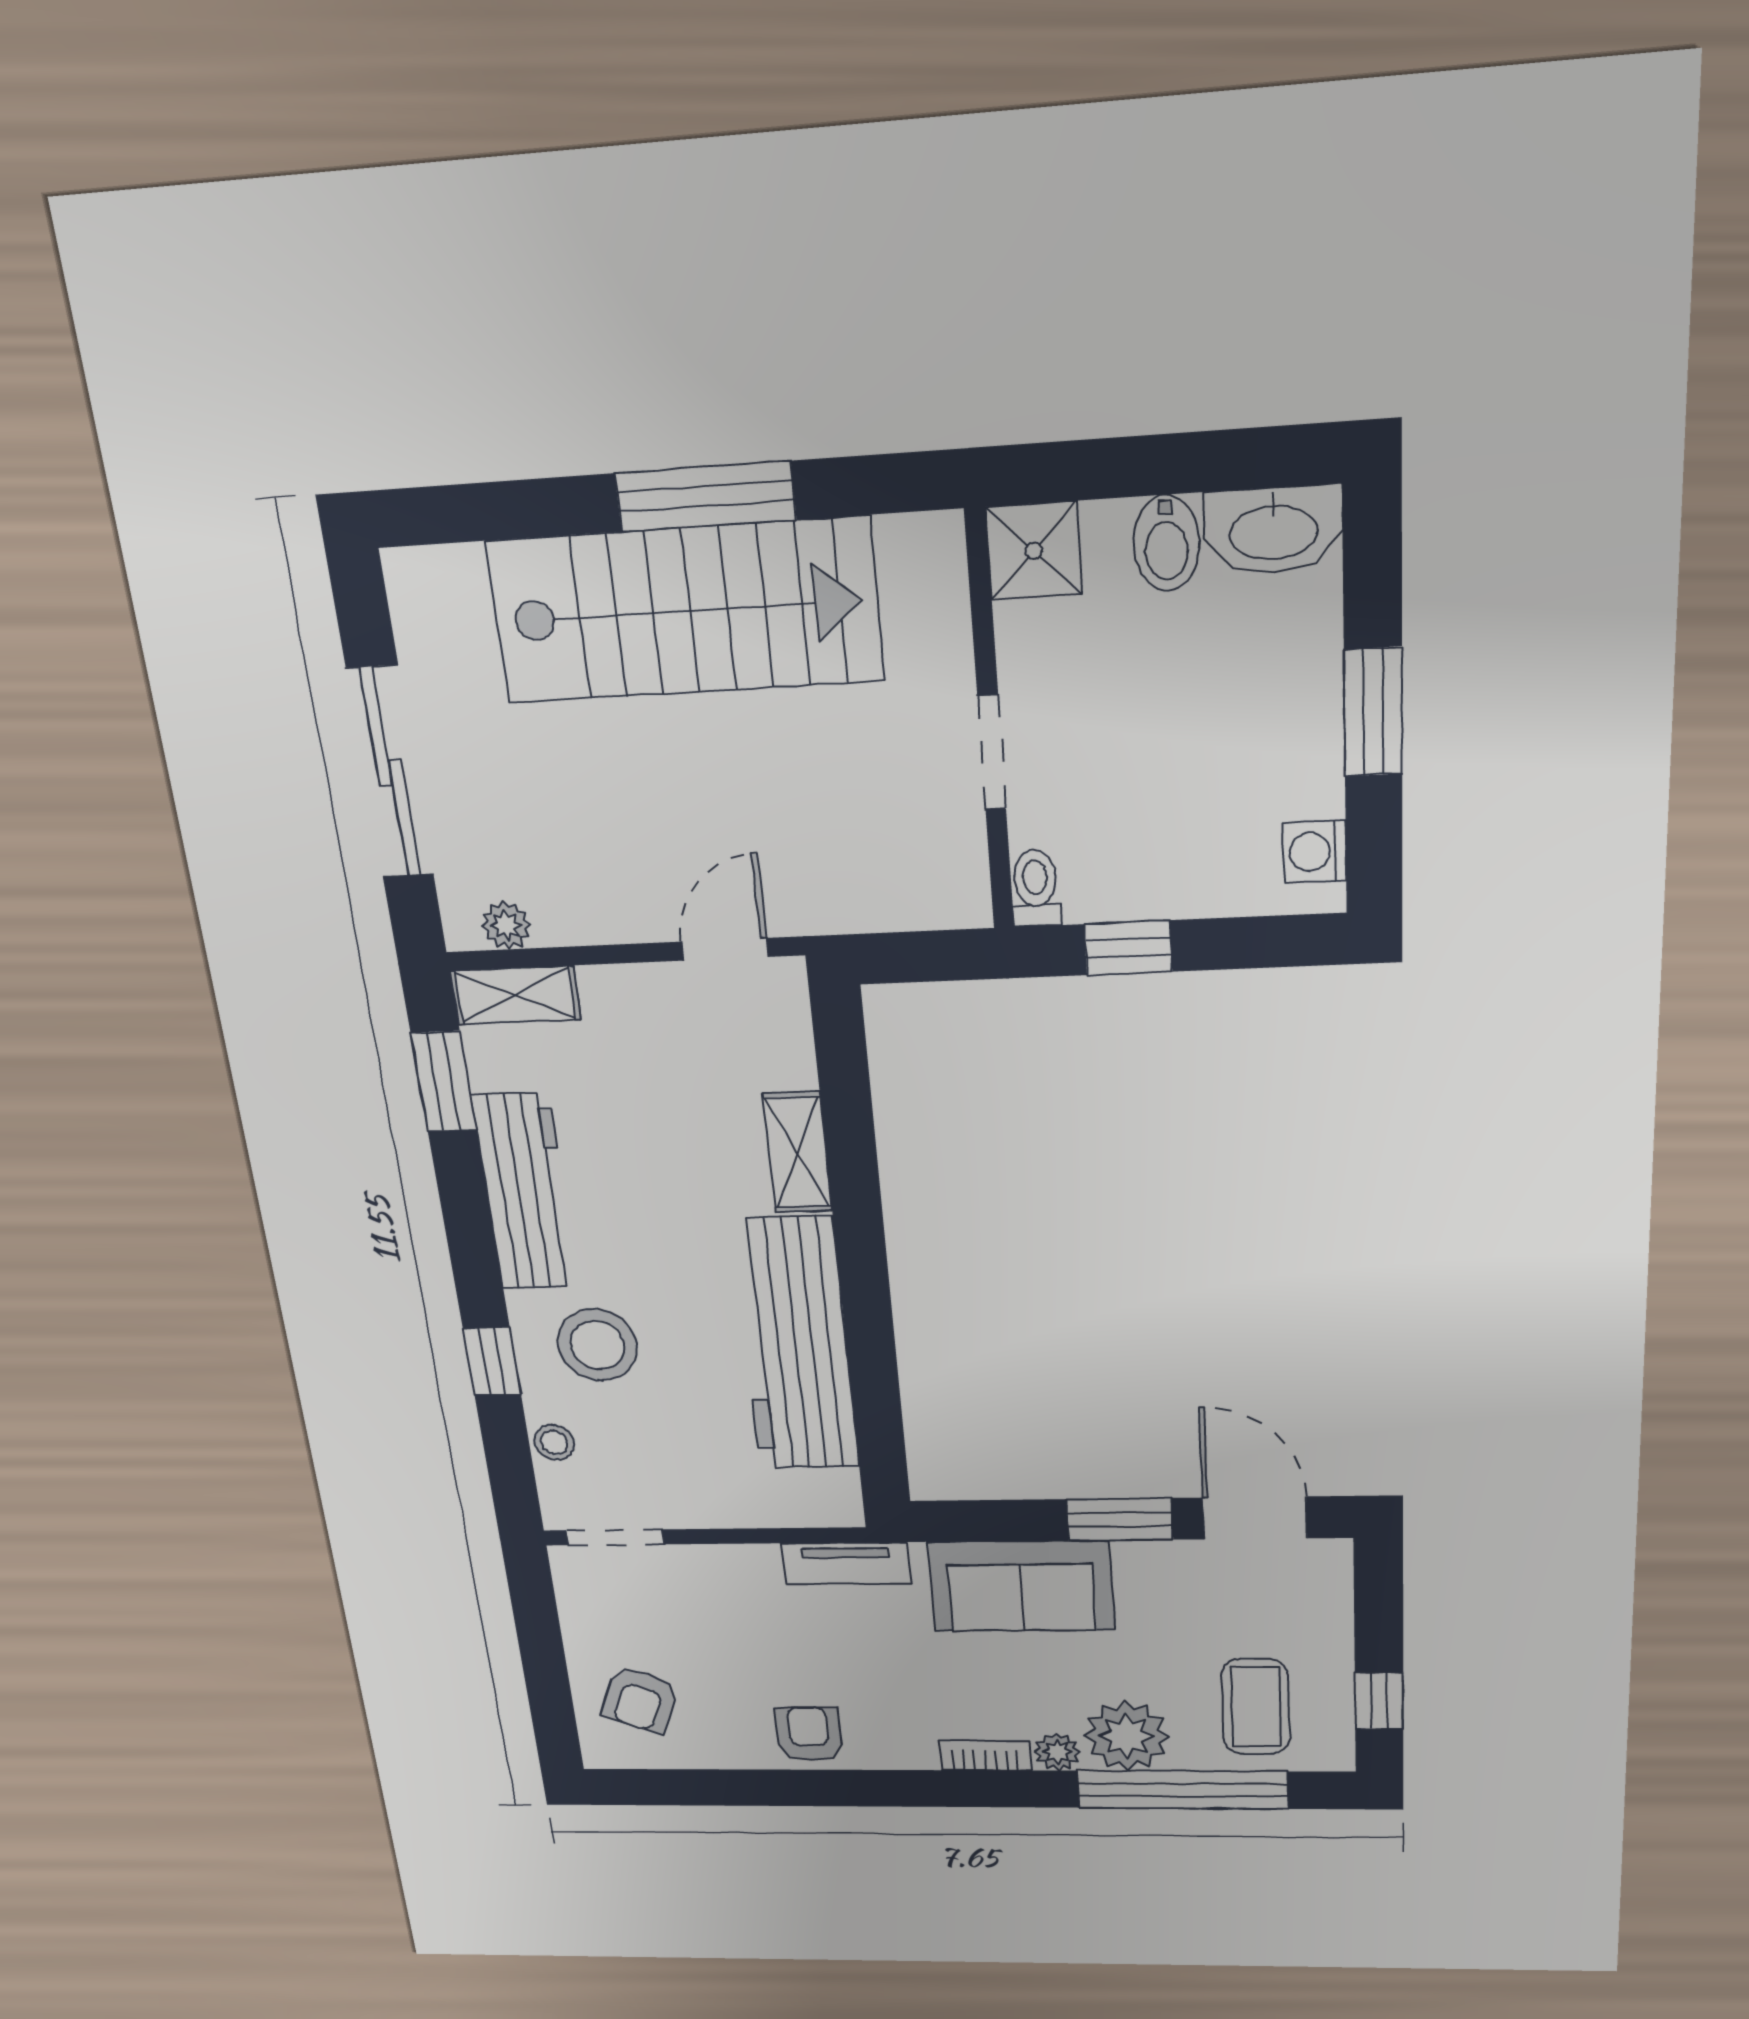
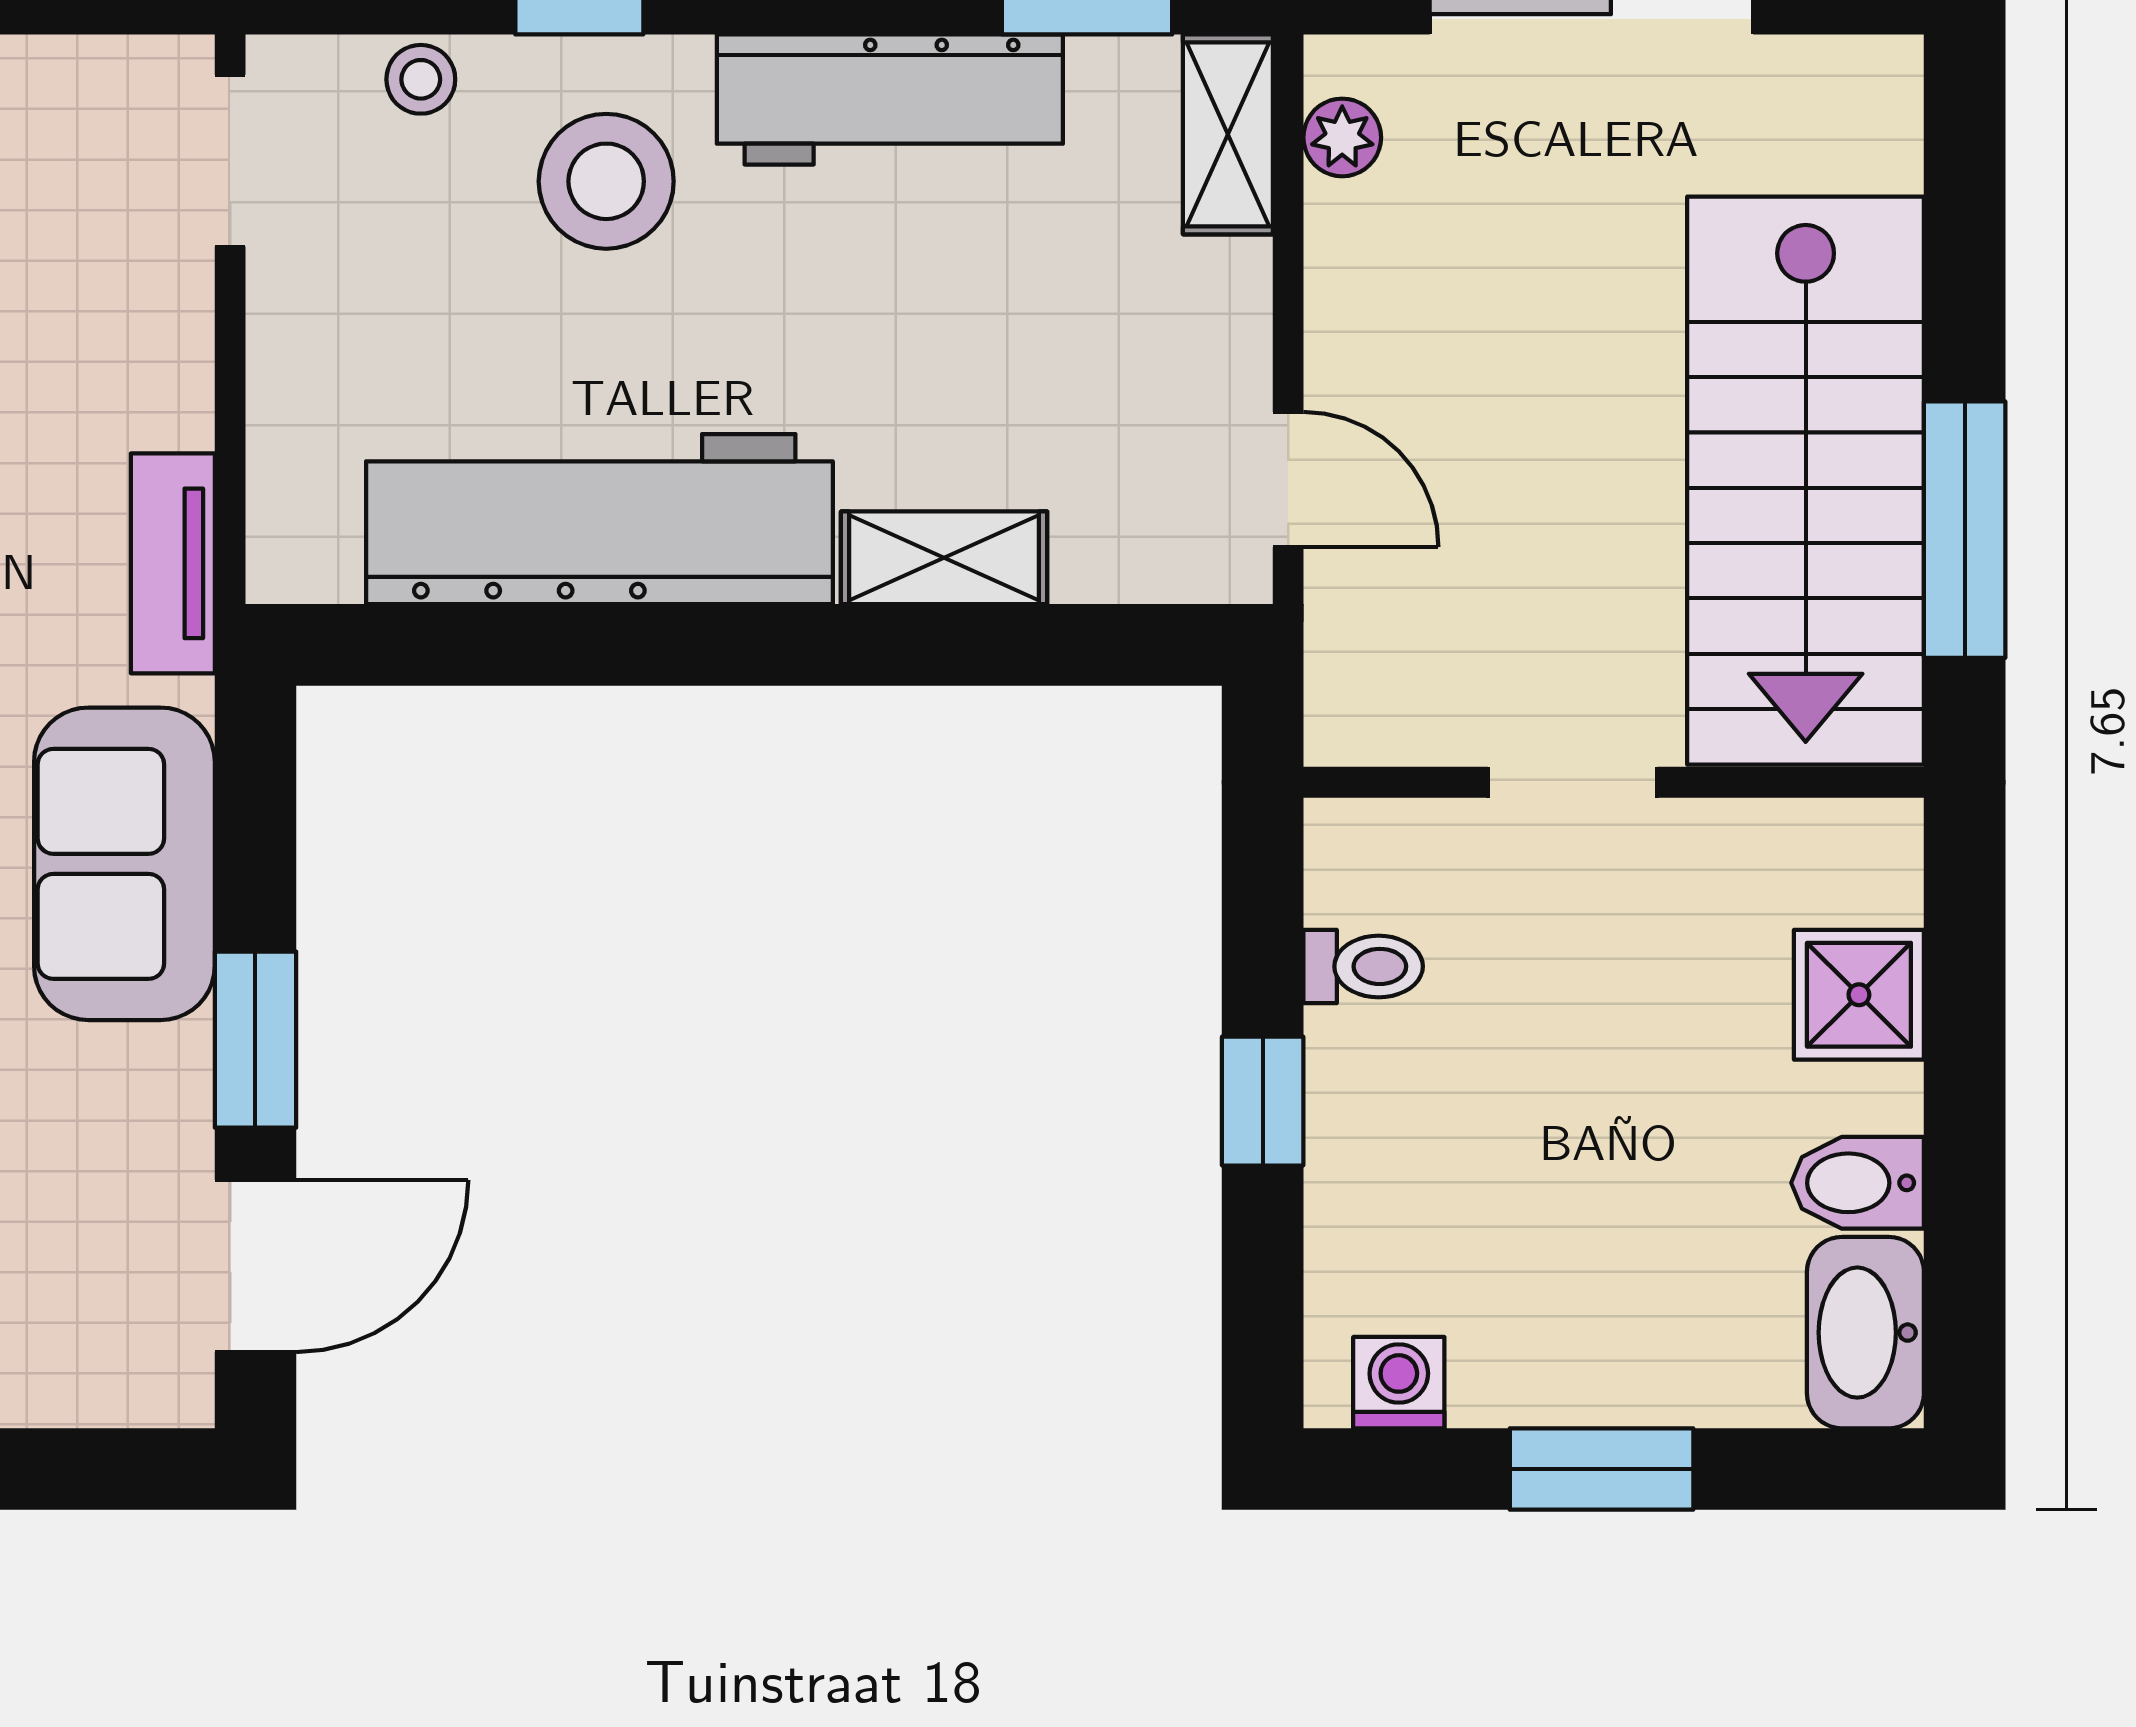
wall: (990, 725) -> (1614, 782), moved
doorway: (992, 753) -> (1573, 782), moved

